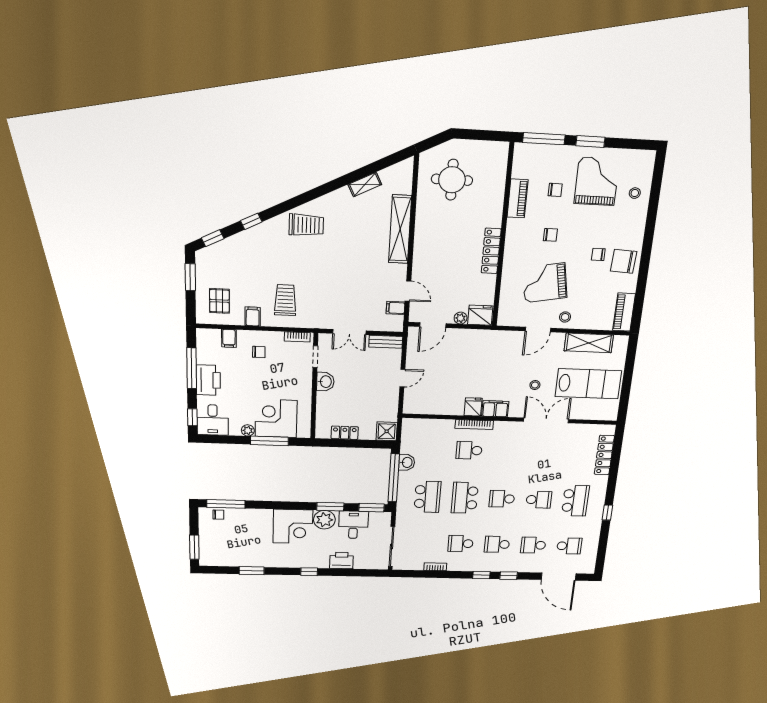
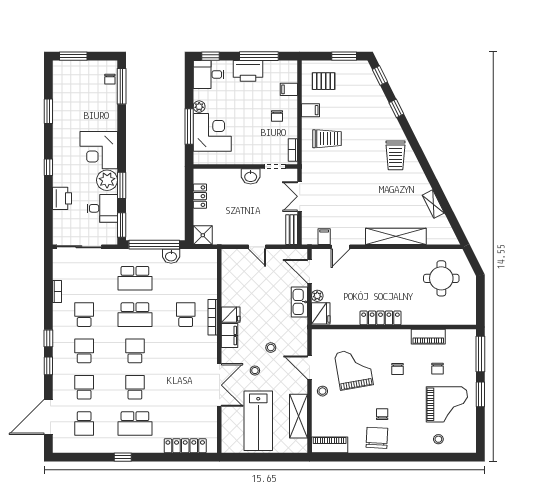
kitchen sink: (466, 337) -> (299, 302), added
stool: (512, 368) -> (271, 348), added
school desk: (465, 498) -> (135, 315), turned 180
school desk: (539, 500) -> (135, 387), turned 180

